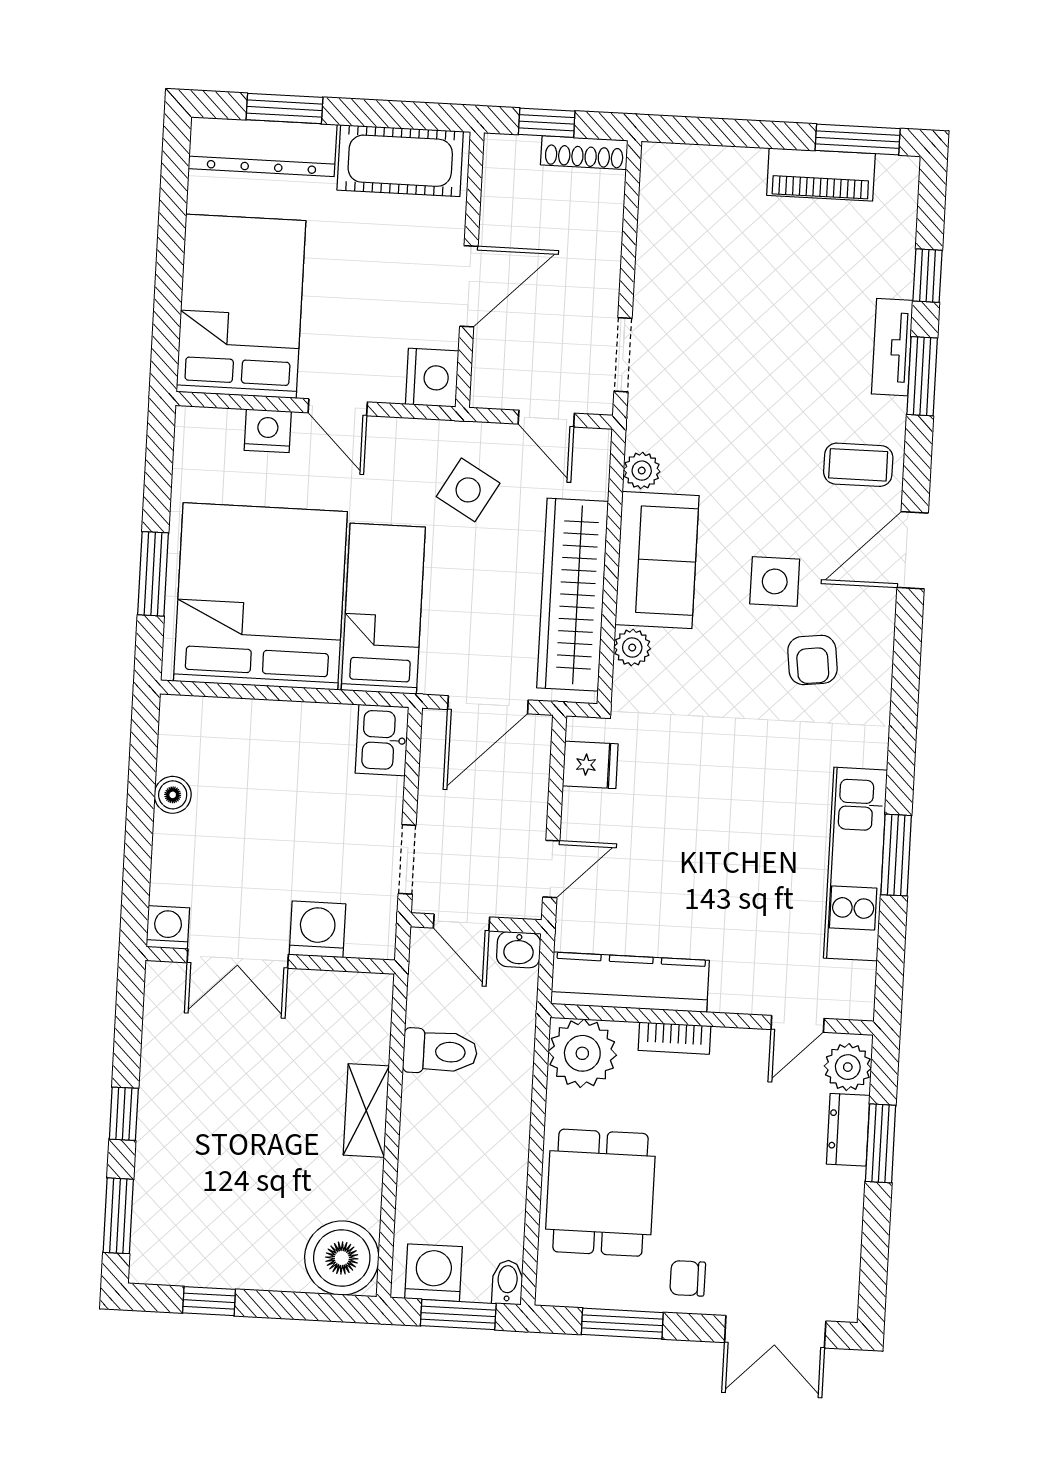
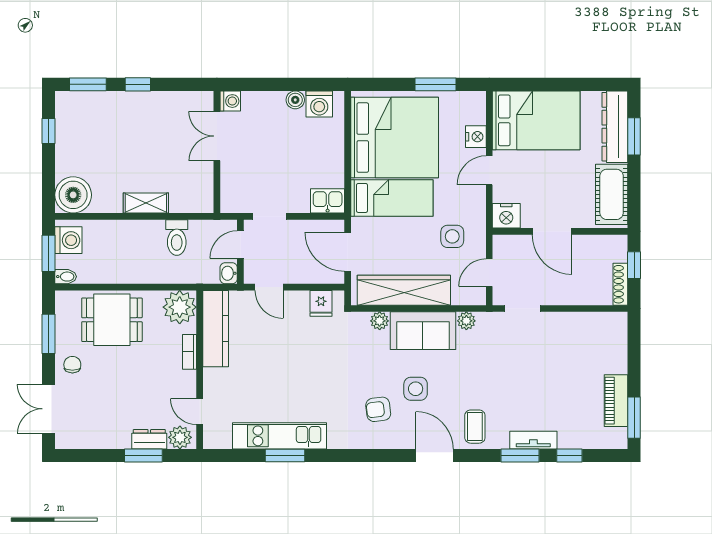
side table: (468, 490) -> (452, 236), turned -30
window: (153, 574) -> (436, 84), moved
washing machine: (317, 929) -> (319, 104), moved, turned 90

